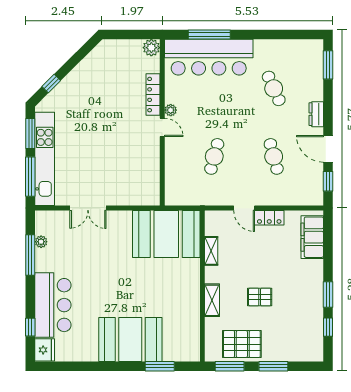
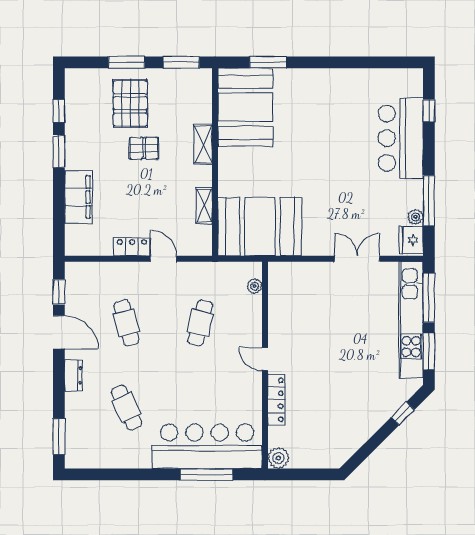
plant: (171, 110) -> (255, 286), moved
filing cabinet: (312, 237) -> (78, 197), moved
booth: (130, 339) -> (245, 107), moved, turned 90
pallet: (242, 344) -> (130, 103), moved, turned 90
fridge: (45, 350) -> (411, 240), moved

